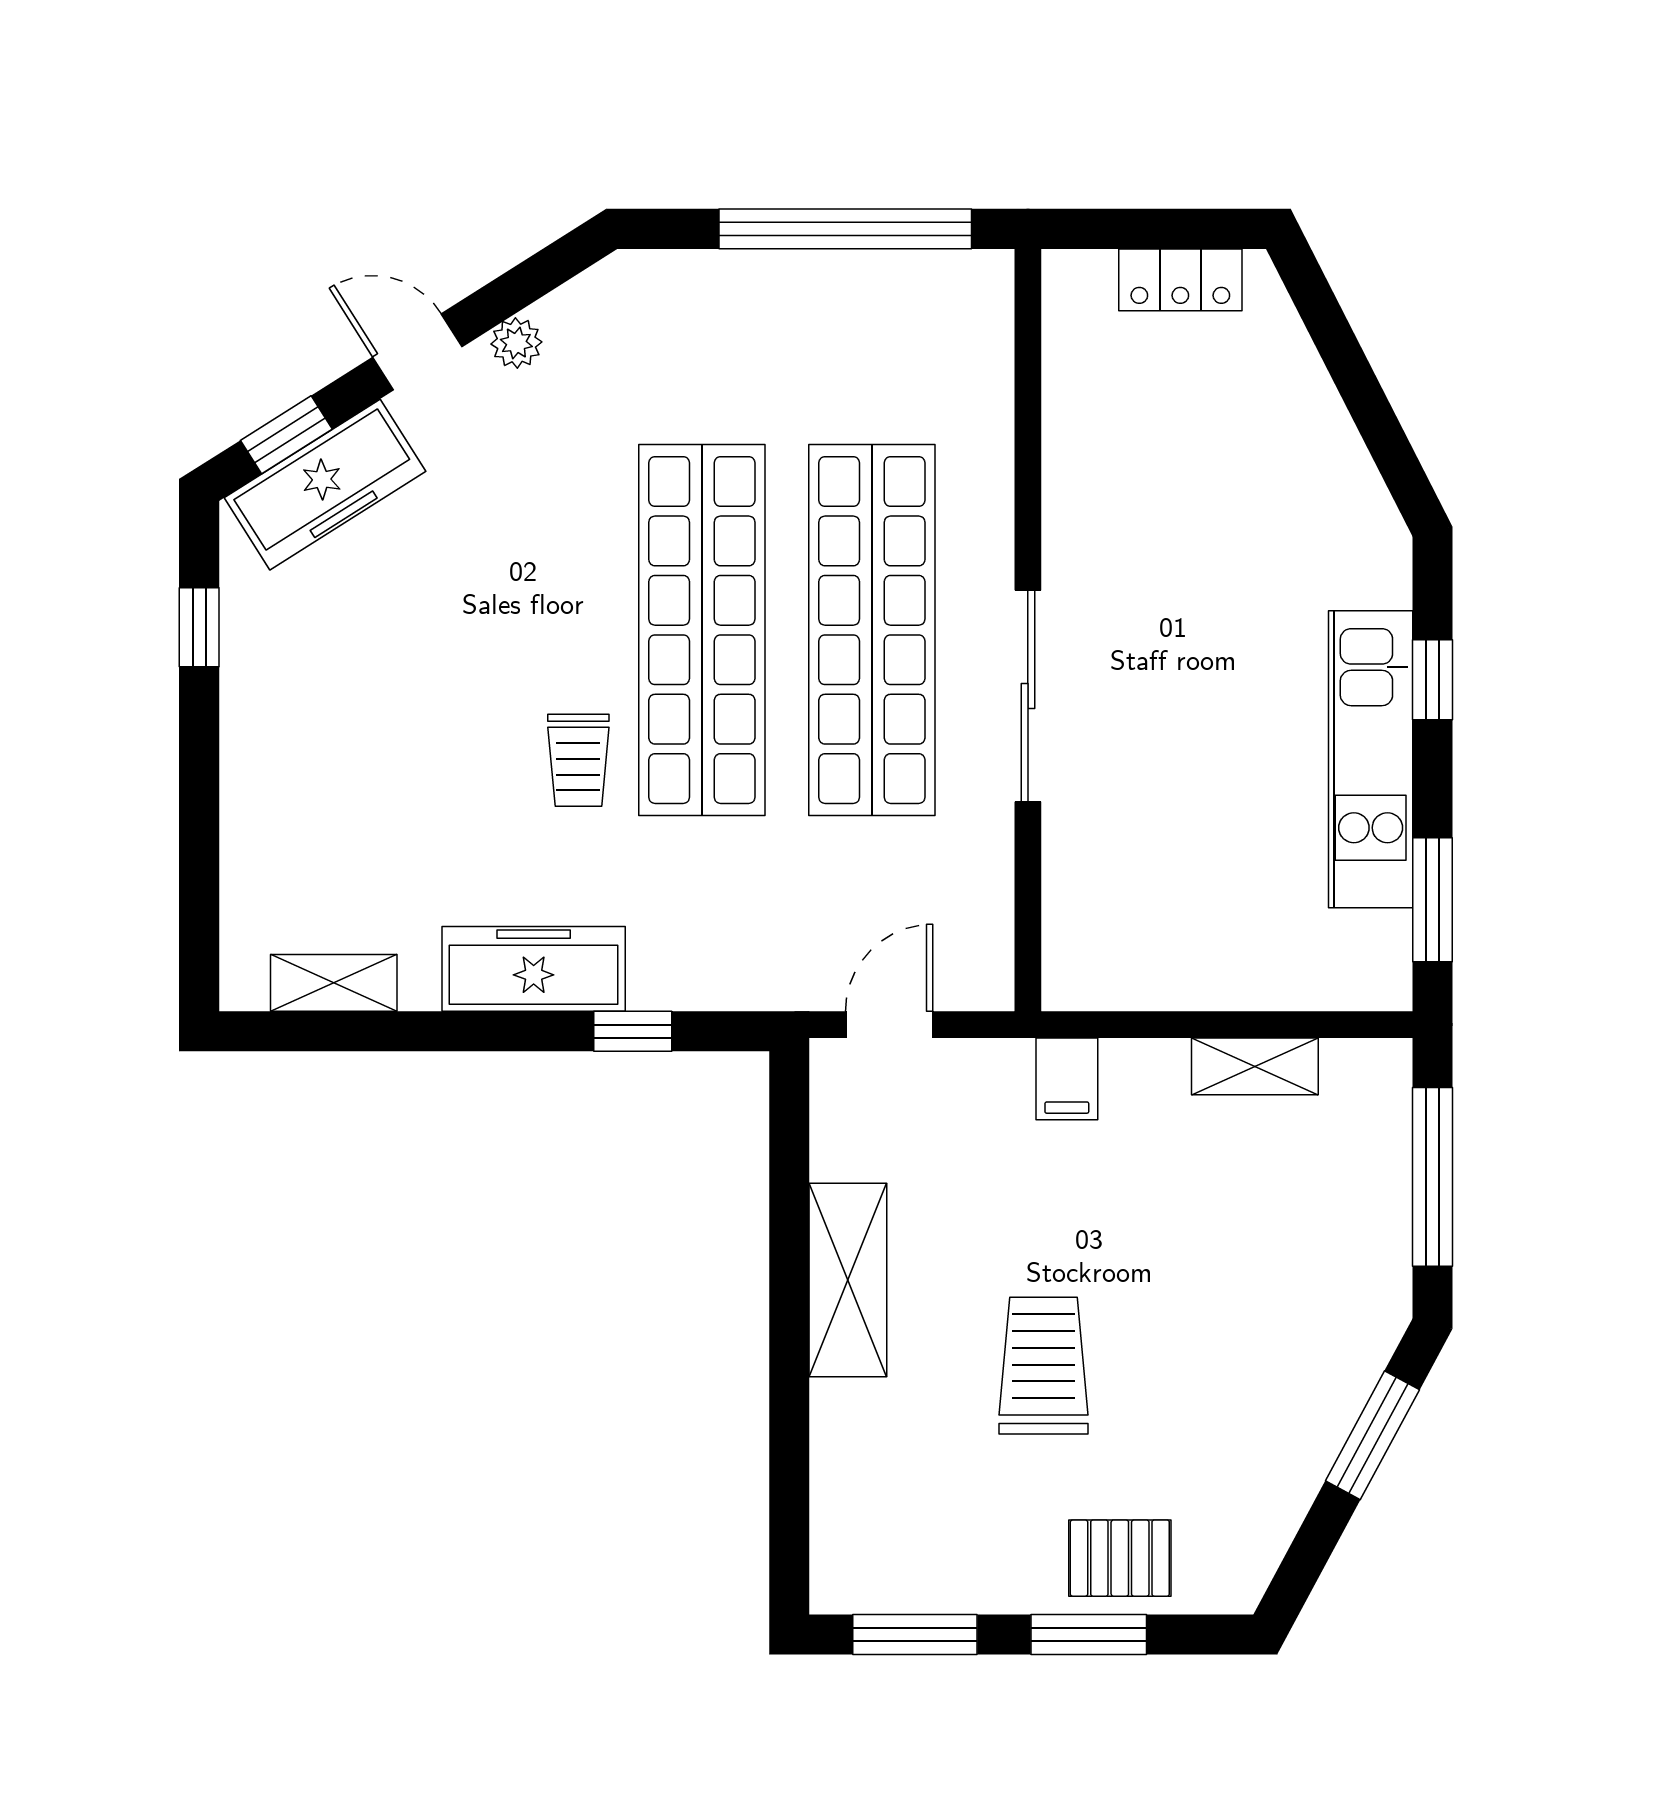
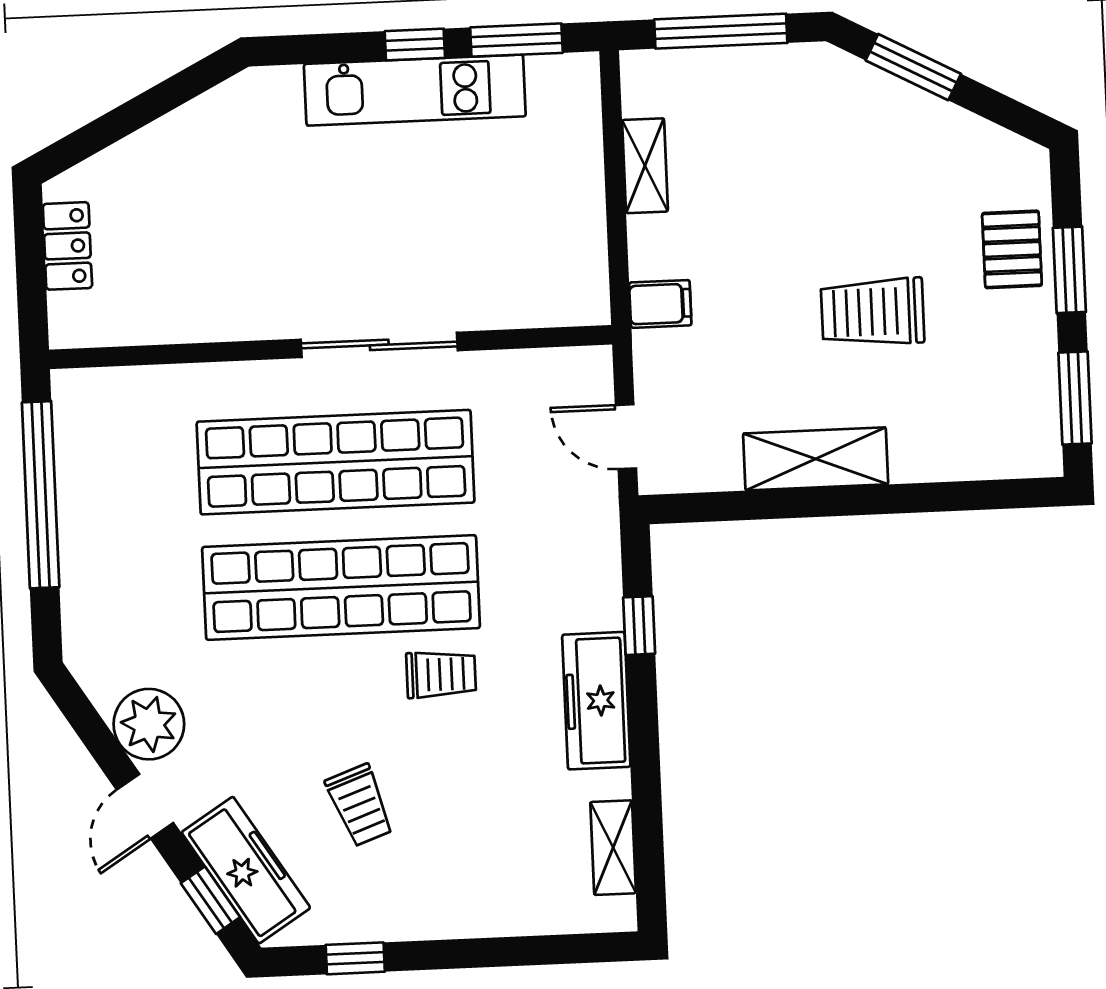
plant: (516, 343) -> (149, 724), width x1.87, depth x1.87
trolley: (406, 643) -> (360, 805), added
window: (1432, 680) -> (415, 45), moved

